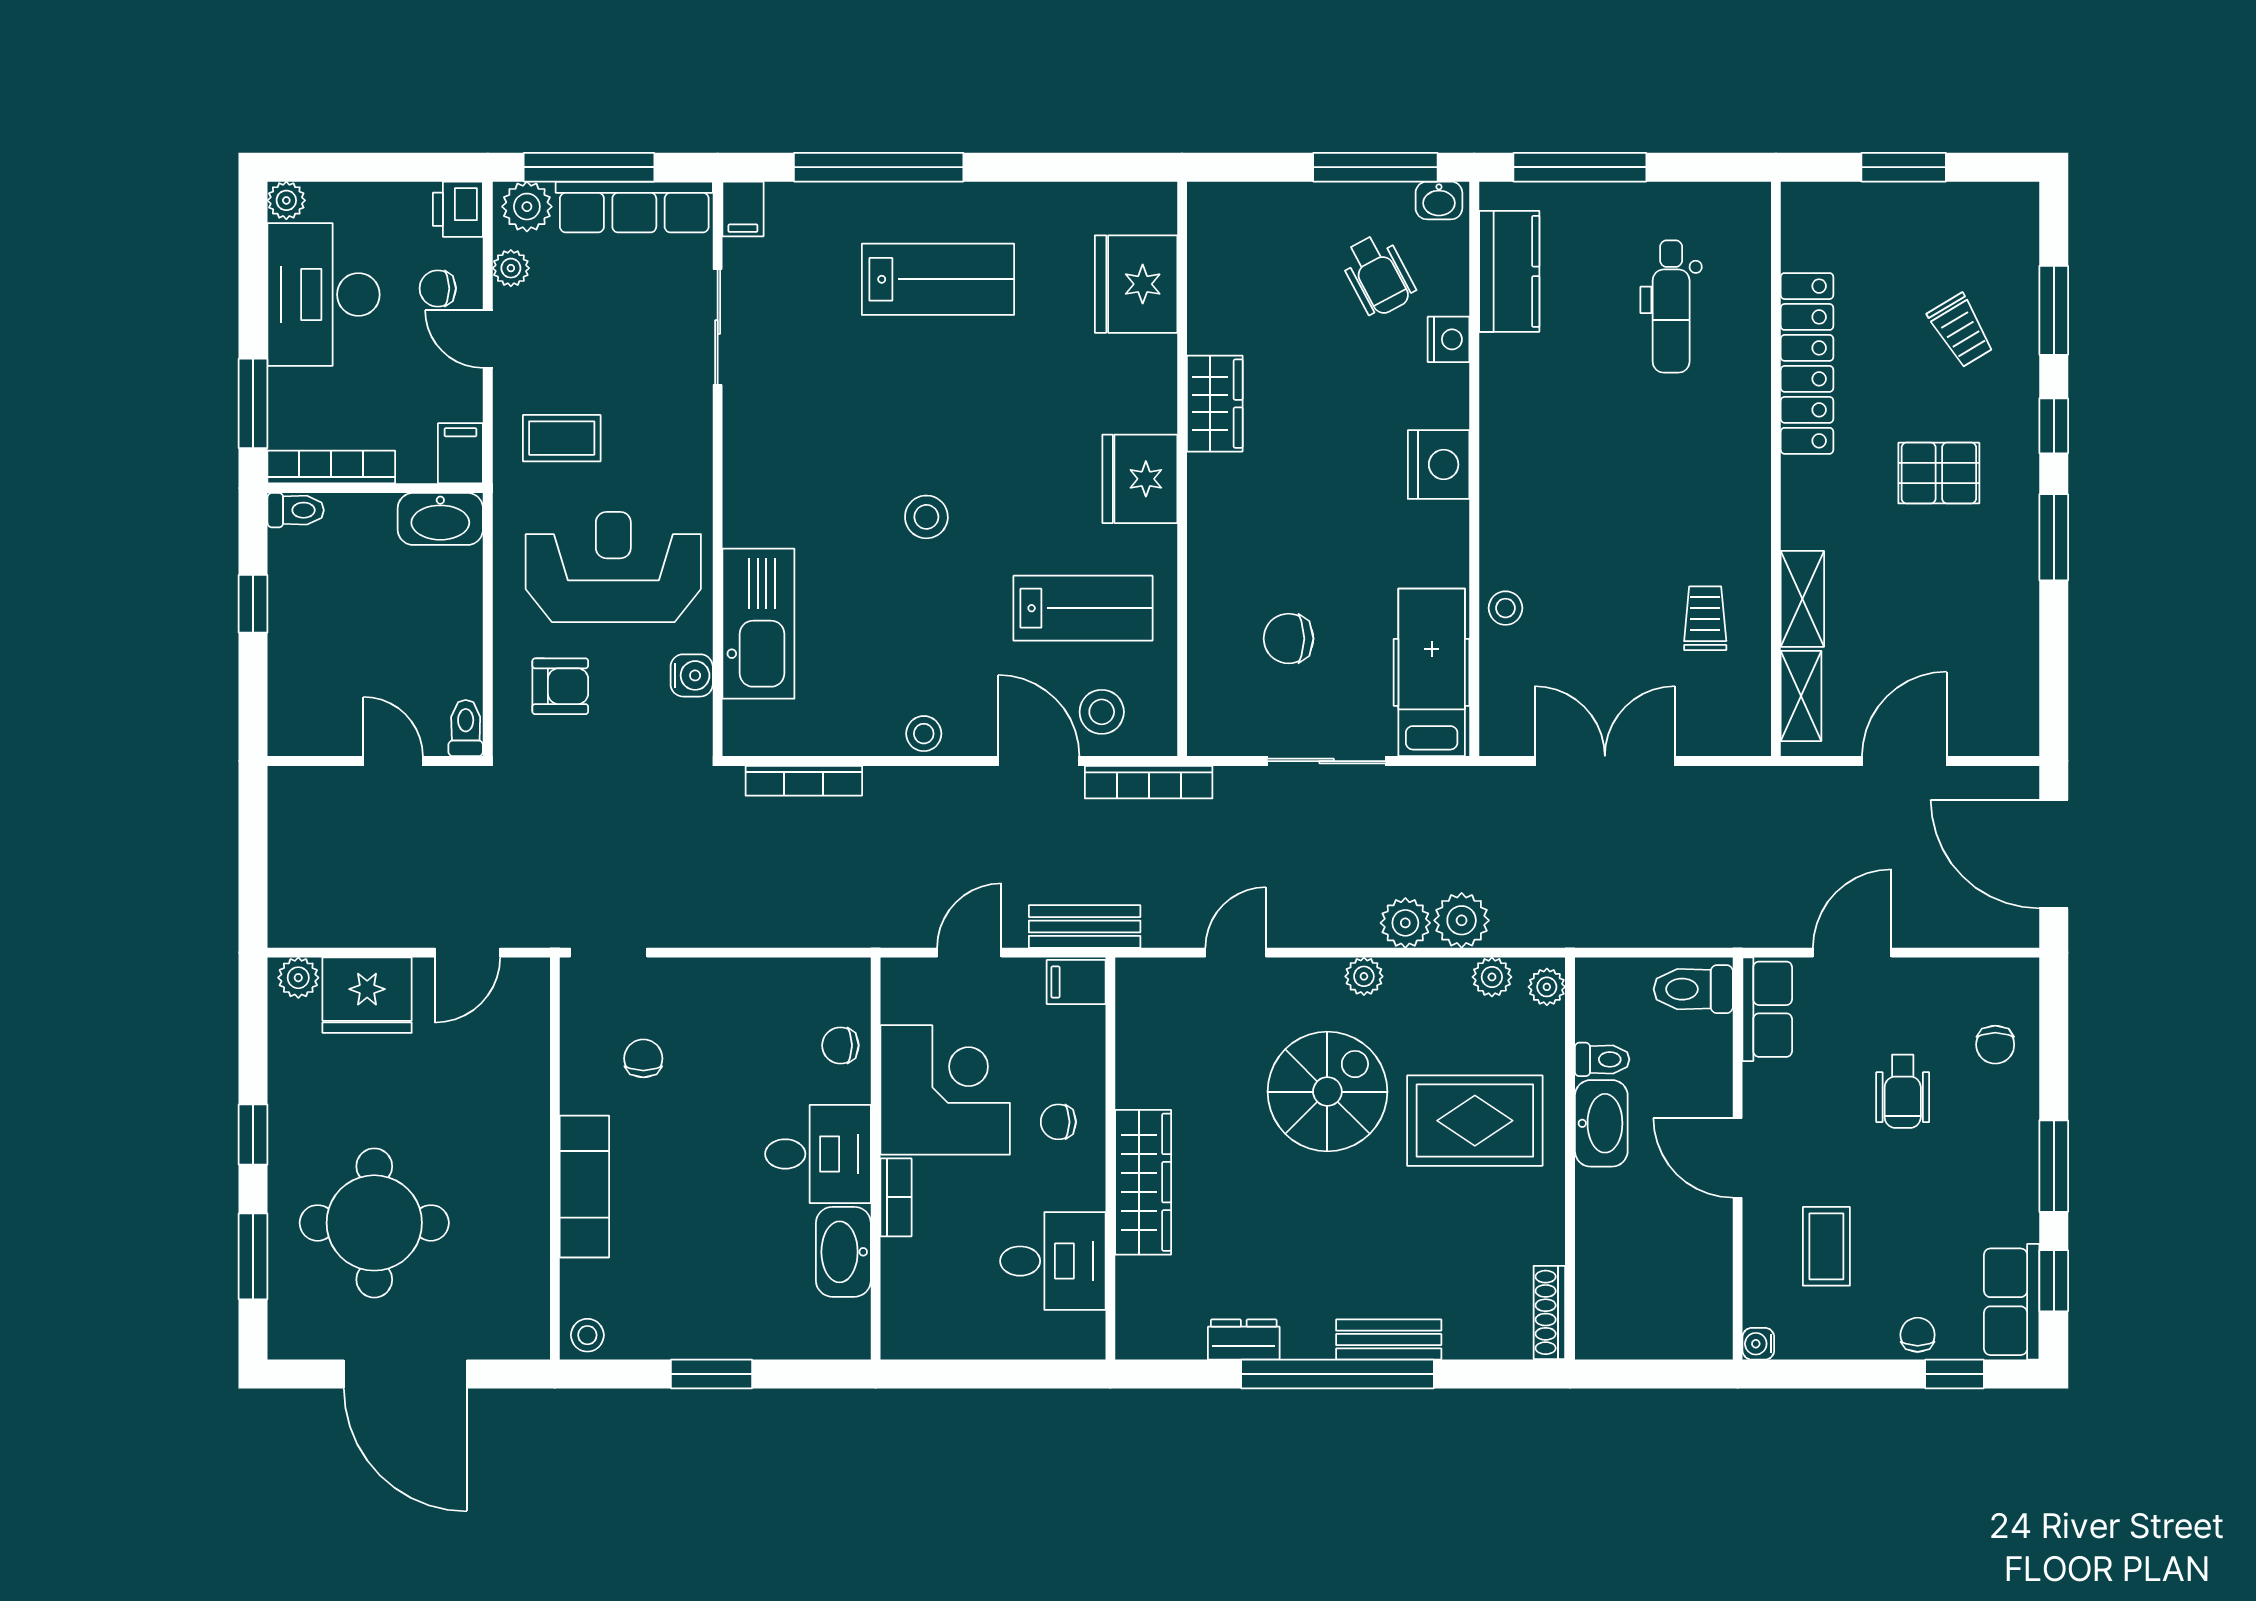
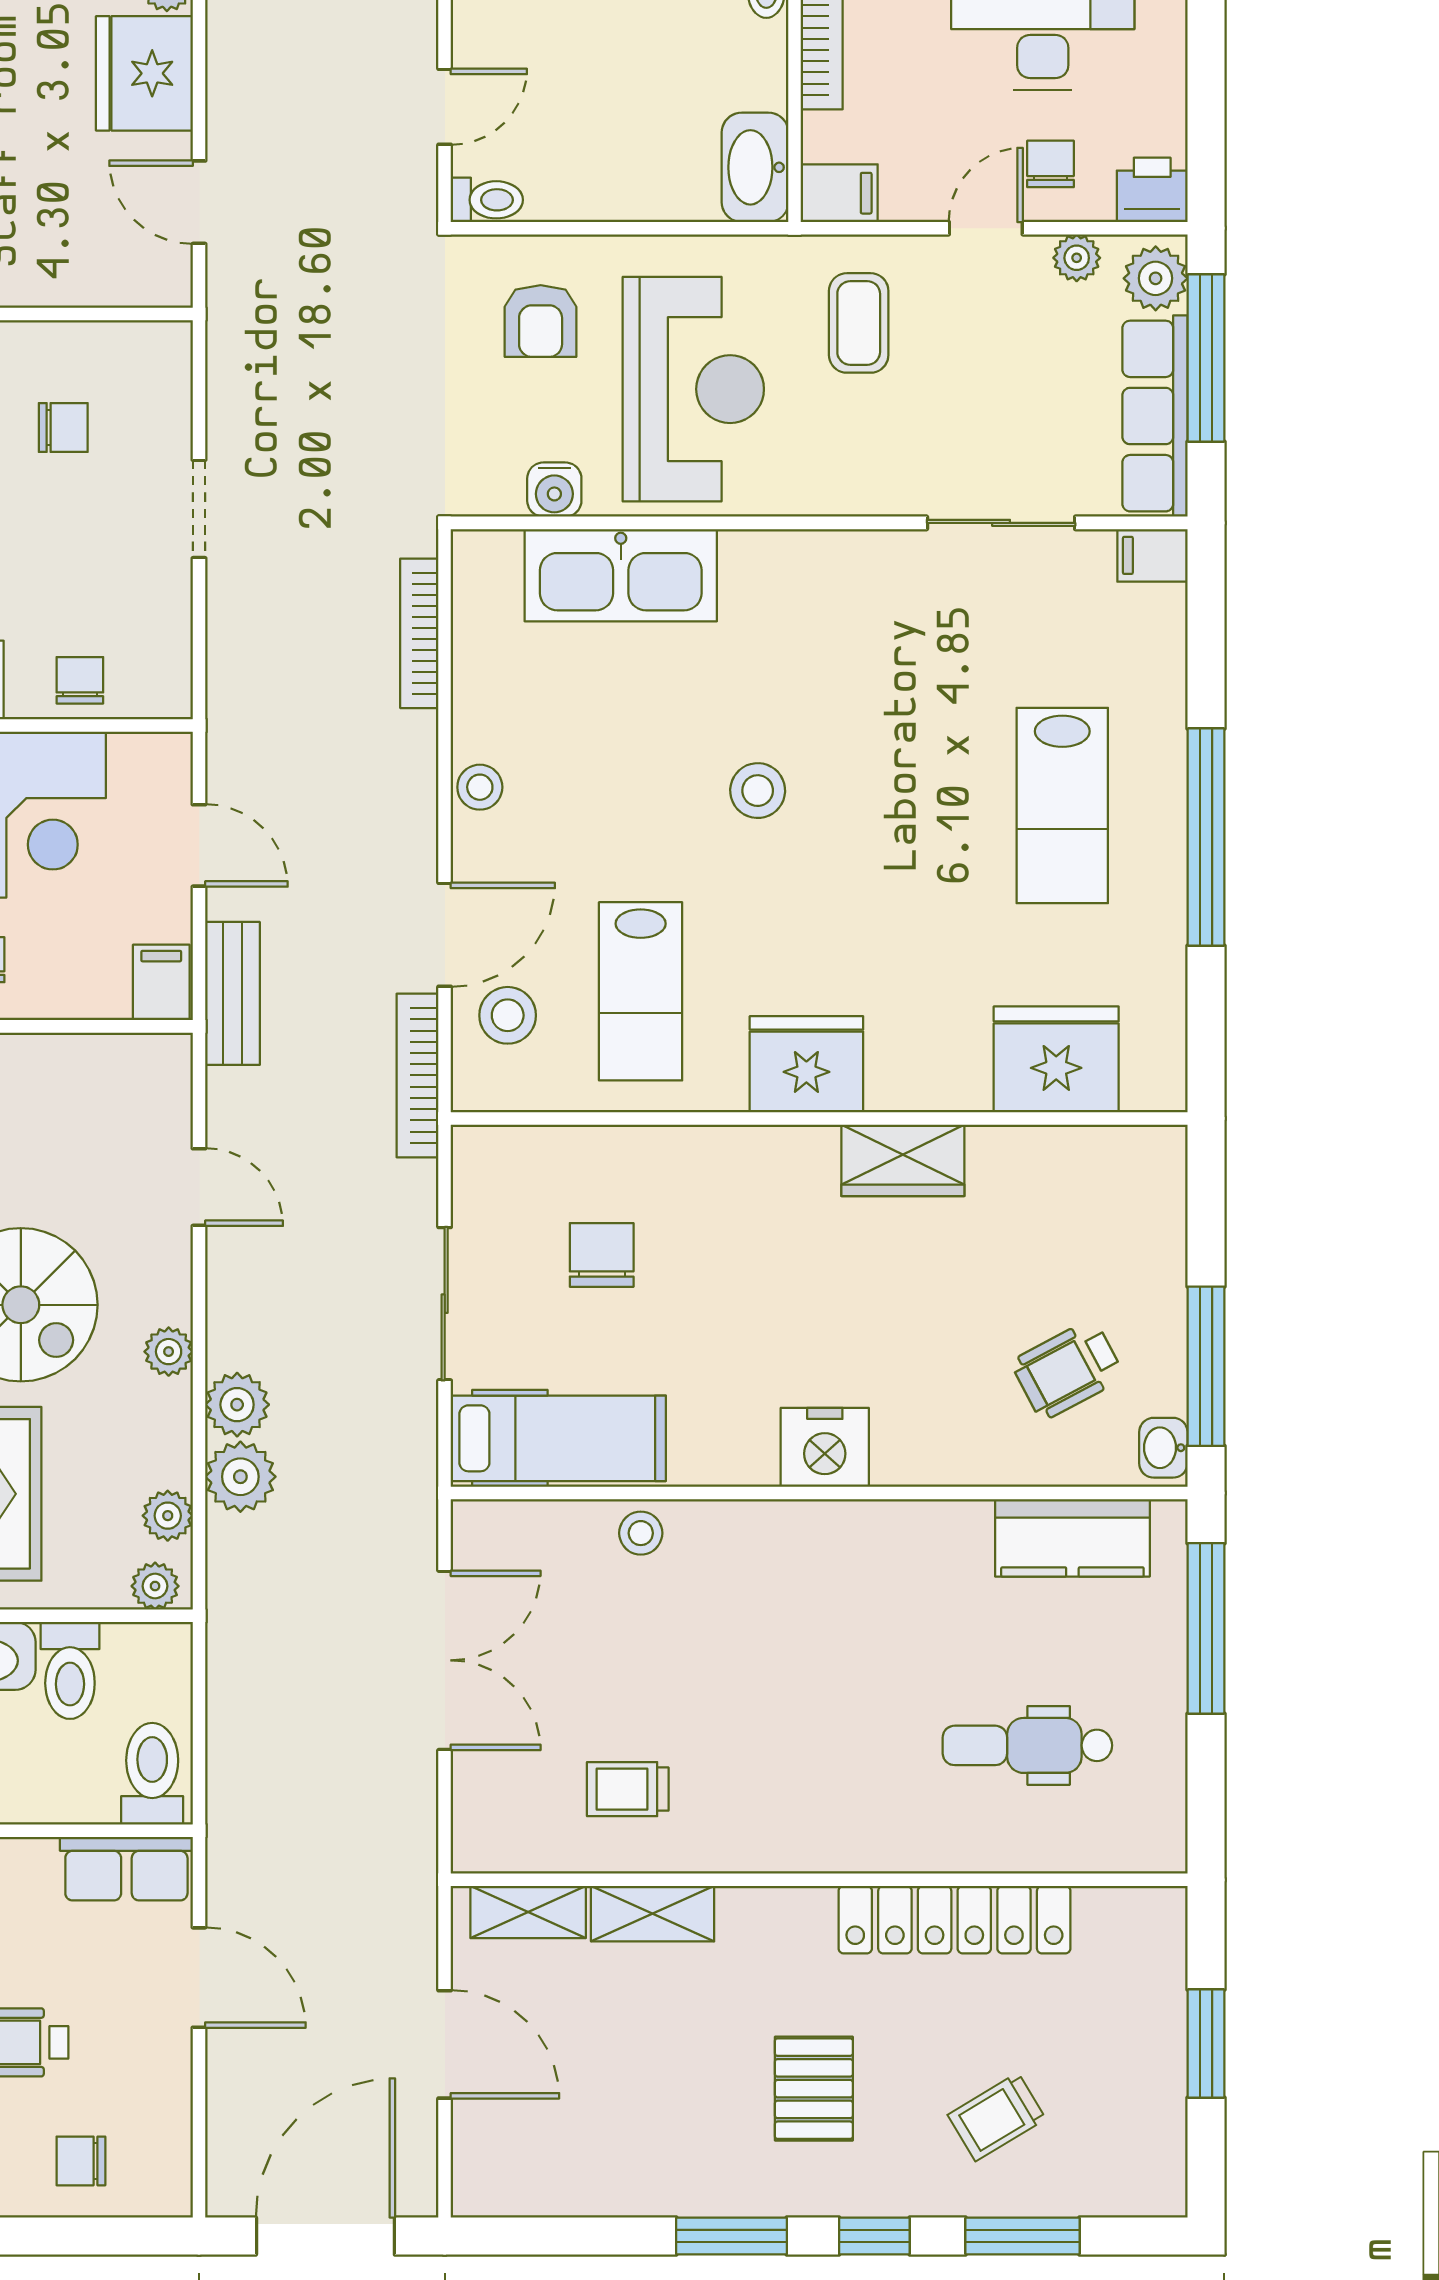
window: (879, 167) -> (1206, 837), moved
nightstand: (1449, 339) -> (985, 1460), removed
trolley: (1705, 618) -> (628, 1789), turned 180
doorway: (609, 953) -> (199, 509), moved
toilet: (1602, 1059) -> (70, 1670), width x1.37, depth x1.39

